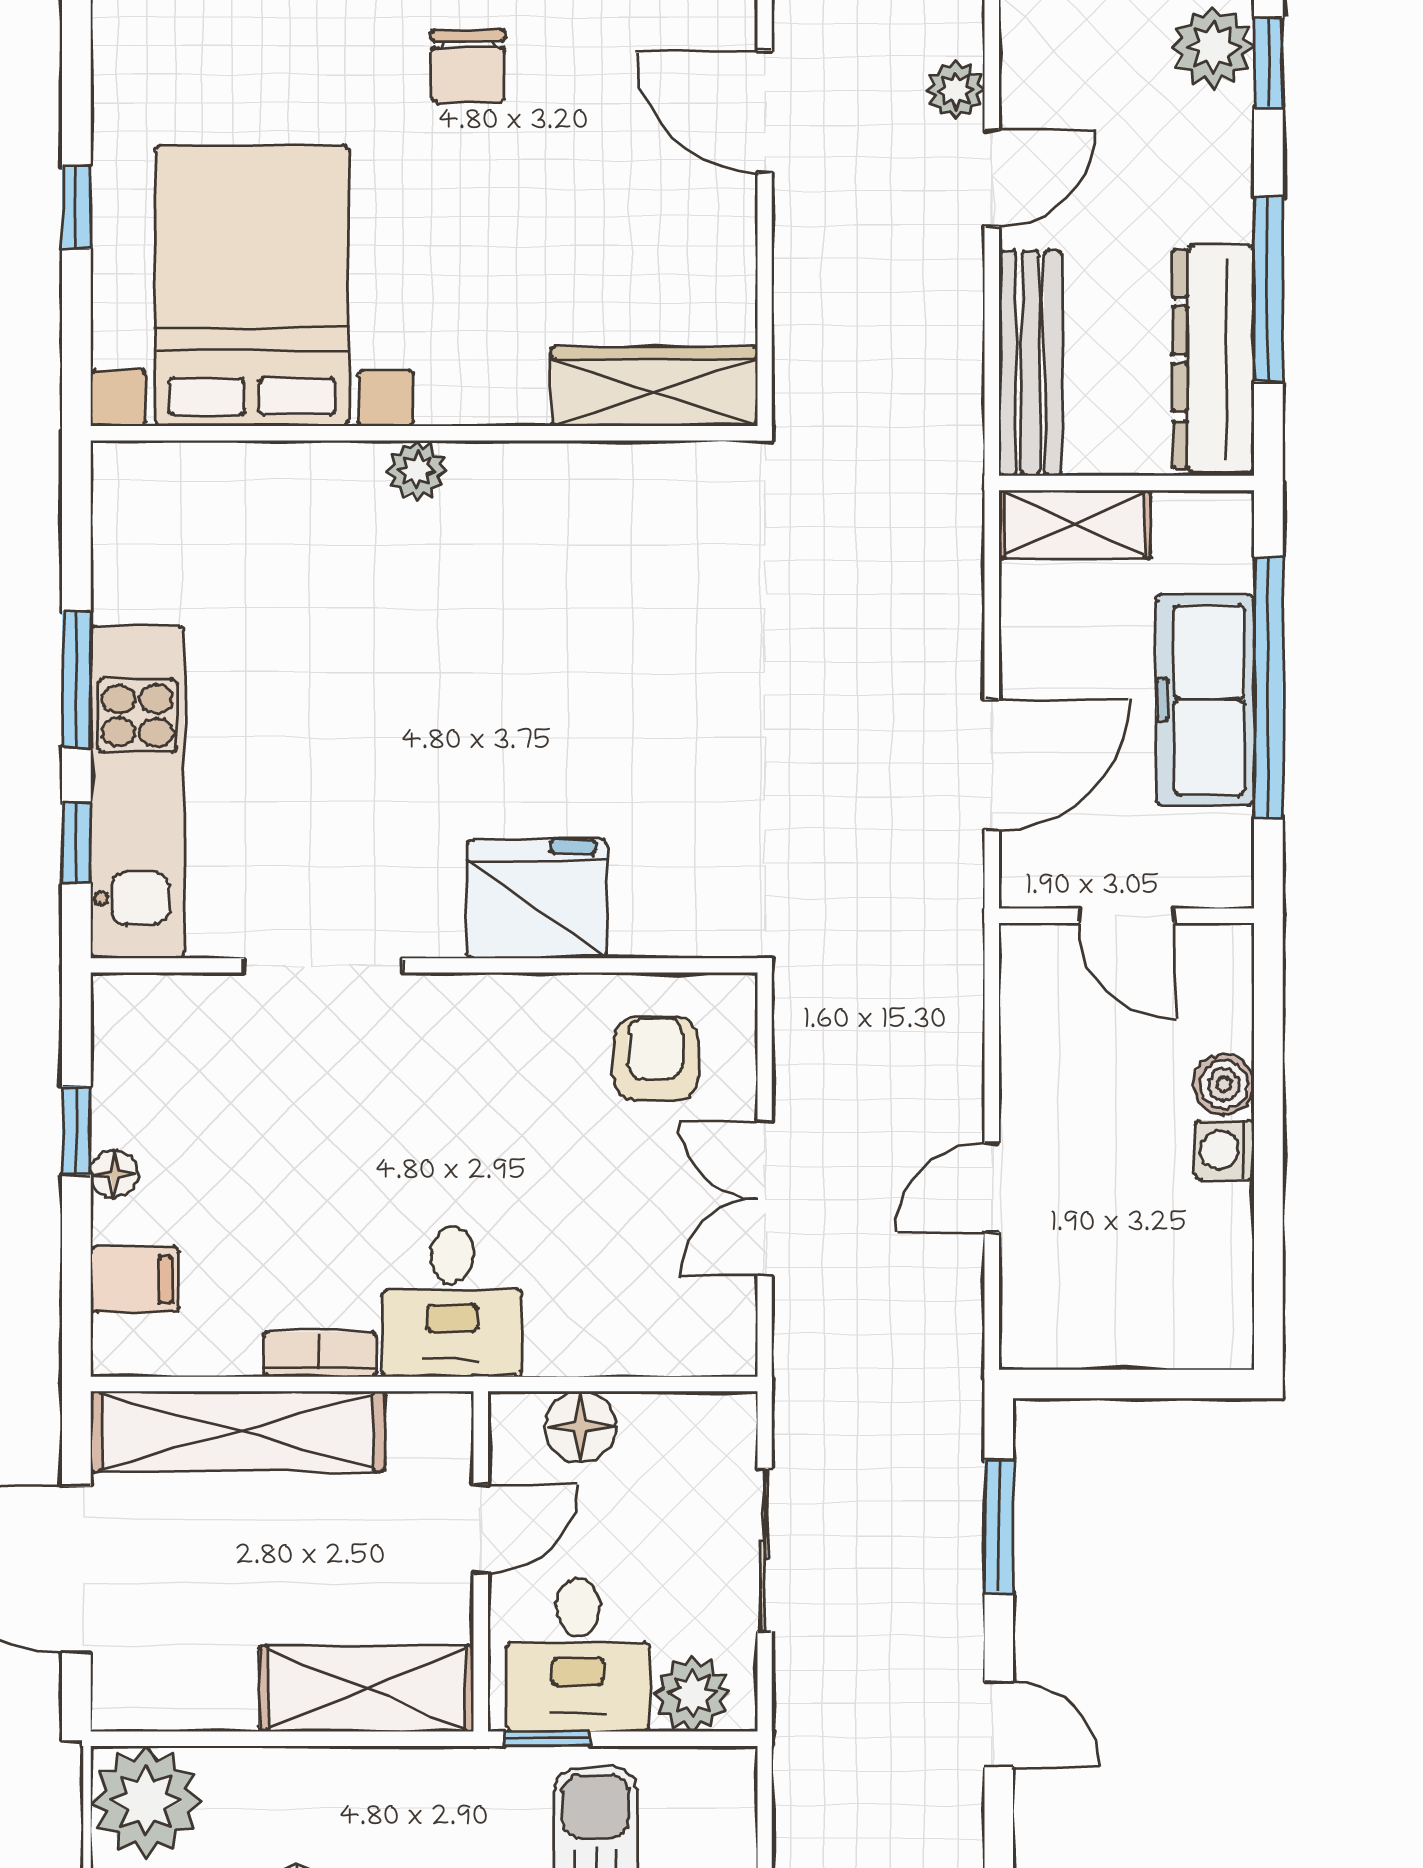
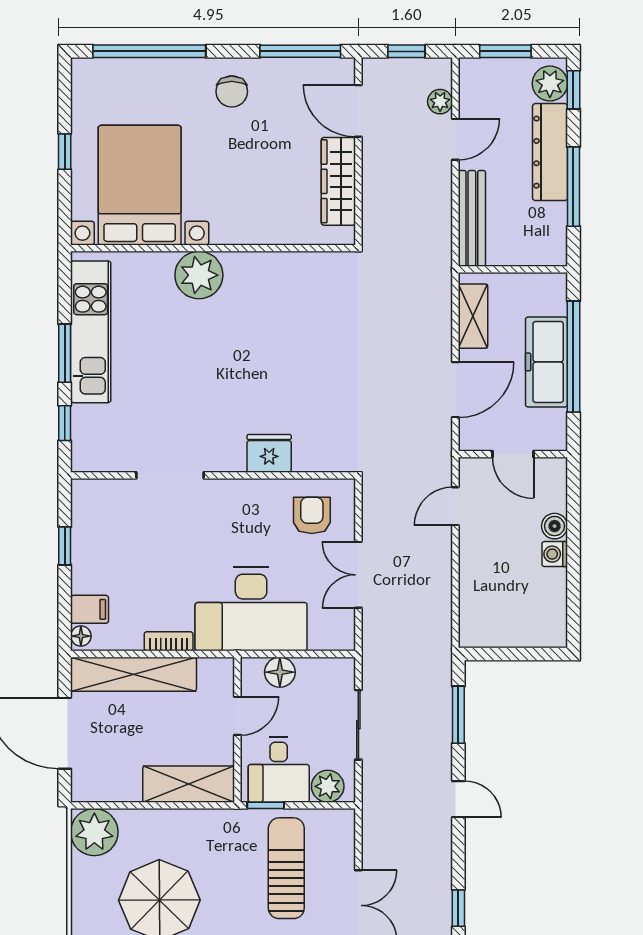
dresser: (1214, 359) -> (550, 152), moved
wardrobe: (654, 386) -> (338, 181), moved, turned -90
plant: (417, 470) -> (199, 275), width x1.87, depth x1.87
shelving: (1075, 524) -> (473, 316), moved, turned 90
kitchen unit: (137, 792) -> (91, 332), moved
fridge: (537, 899) -> (269, 453), width x0.73, depth x0.75
floor lamp: (114, 1174) -> (81, 636), moved
door: (992, 1188) -> (455, 506), moved
desk: (452, 1302) -> (251, 609), width x1.87, depth x1.30

